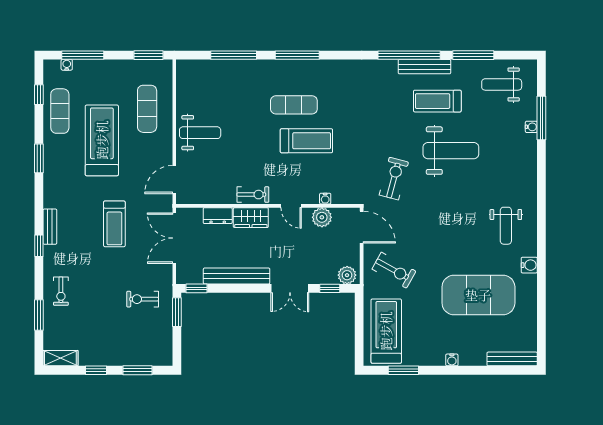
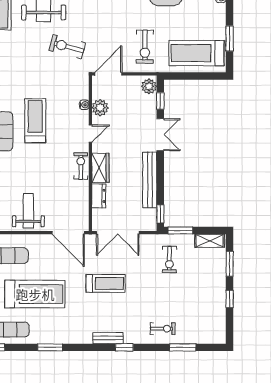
treadmill: (102, 140) -> (35, 294), turned 180
door: (174, 180) -> (68, 233), width x1.36
exercise bike: (394, 270) -> (145, 47), turned 151
shelving: (60, 358) -> (210, 241), moved, turned 90

